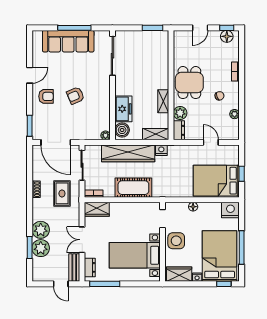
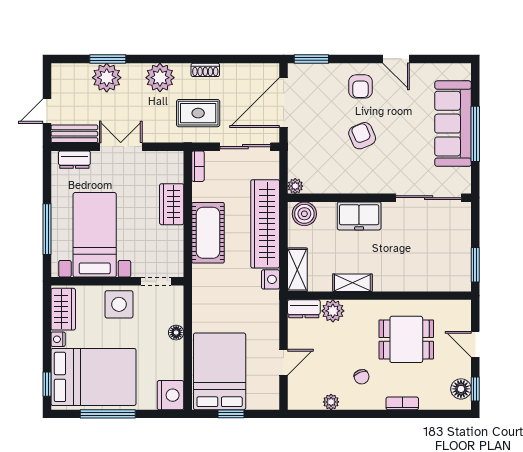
dining table: (189, 83) -> (406, 339), moved
freezer: (123, 109) -> (359, 216), moved
wardrobe: (97, 209) -> (172, 204), moved
plant: (41, 230) -> (160, 78), moved
window: (105, 284) -> (47, 229), moved

